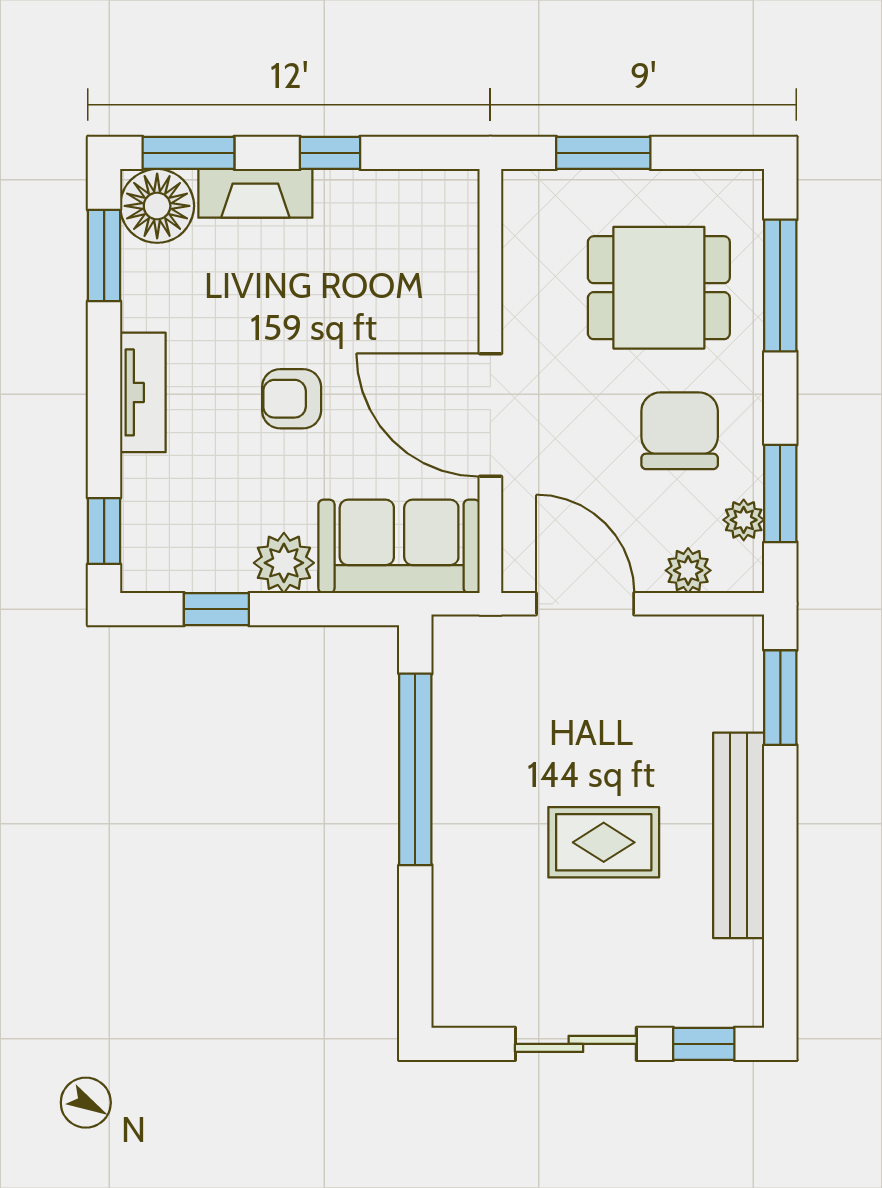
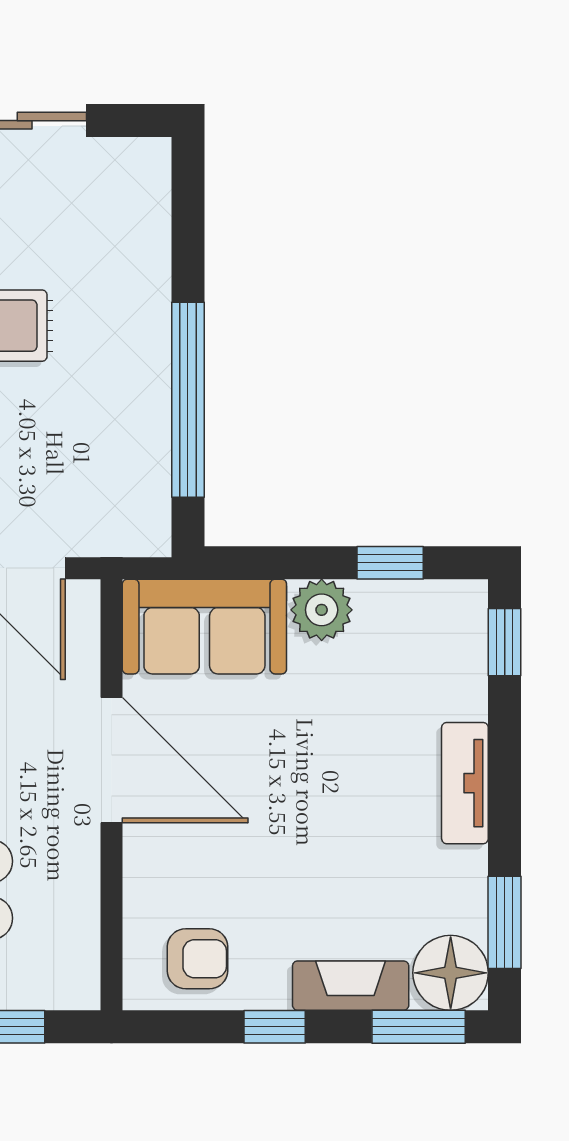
armchair: (292, 399) -> (198, 959), moved

